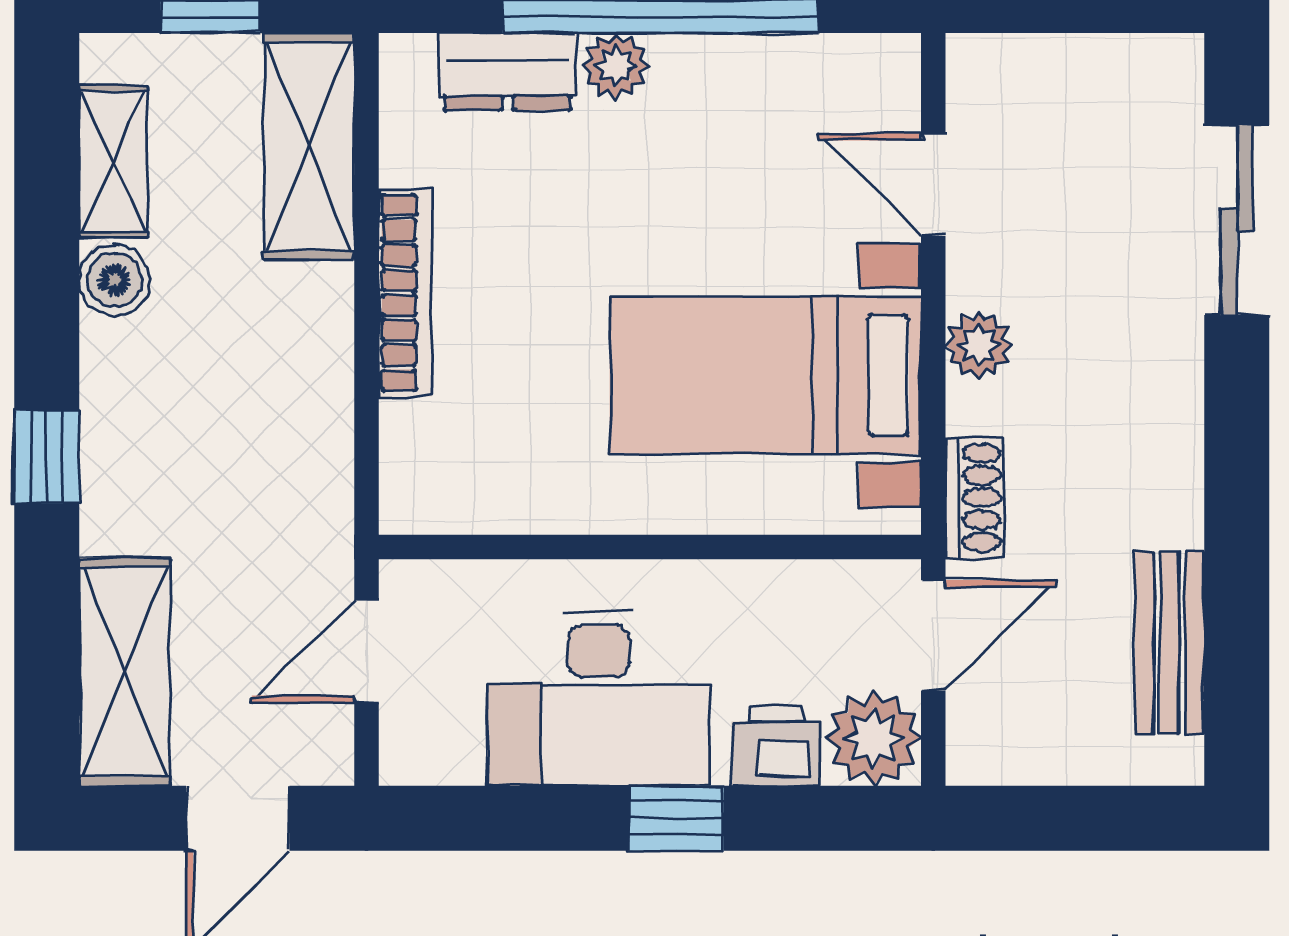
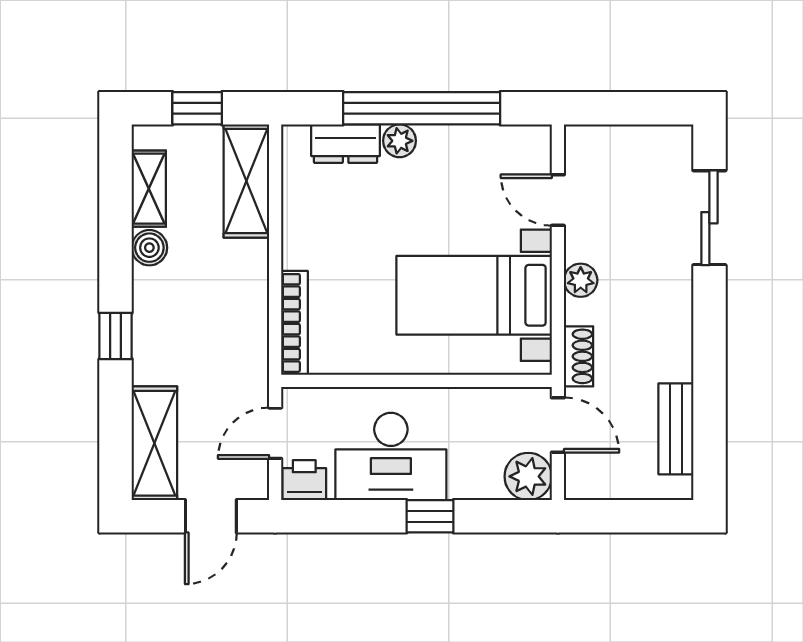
bookcase: (405, 293) -> (294, 323), moved
door: (933, 635) -> (558, 425), hinge flipped
printer: (776, 746) -> (304, 480), moved

